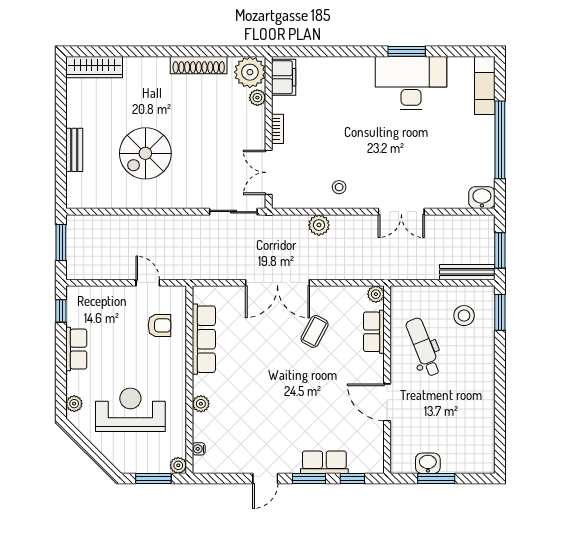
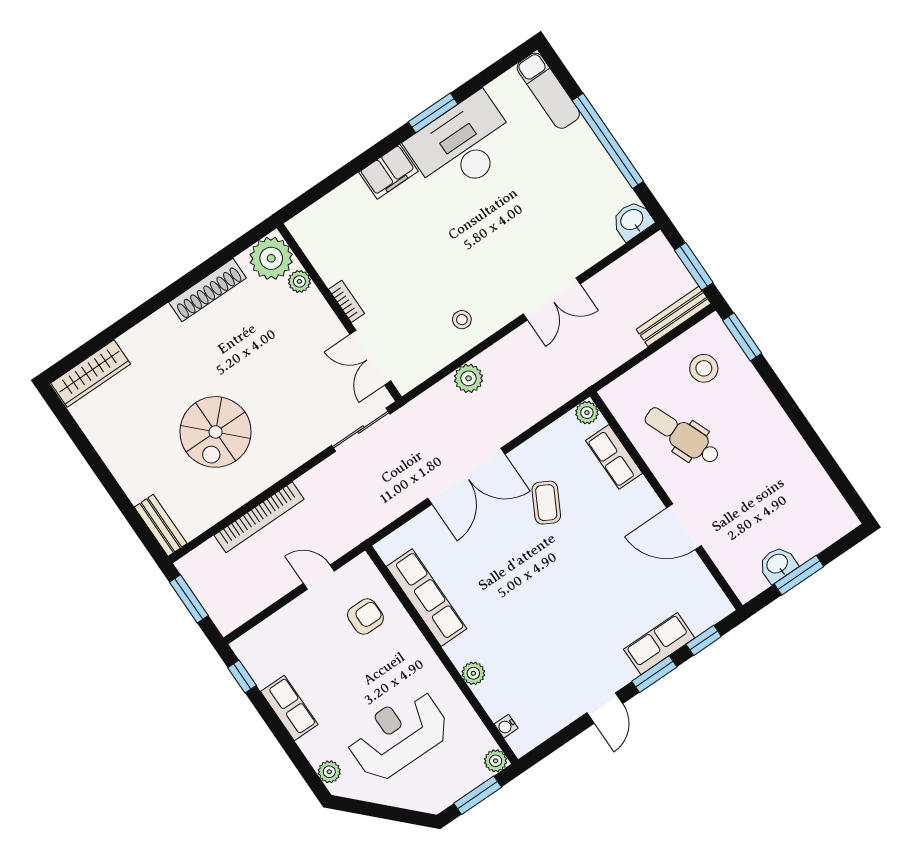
filing cabinet: (284, 77) -> (389, 172), moved, turned 90
bench: (74, 150) -> (161, 525), moved
bookcase: (136, 222) -> (259, 517), added

